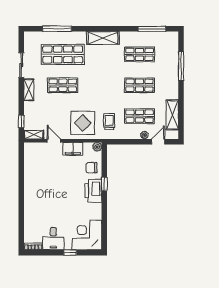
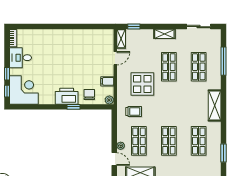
window: (152, 29) -> (223, 153), width x0.69
shop shelf: (63, 54) -> (199, 67), width x0.70, depth x0.74
sliding door: (21, 65) -> (199, 27), moved
display table: (83, 123) -> (142, 84), moved
filing cabinet: (73, 149) -> (107, 81), width x0.50
window: (88, 253) -> (7, 91), added

